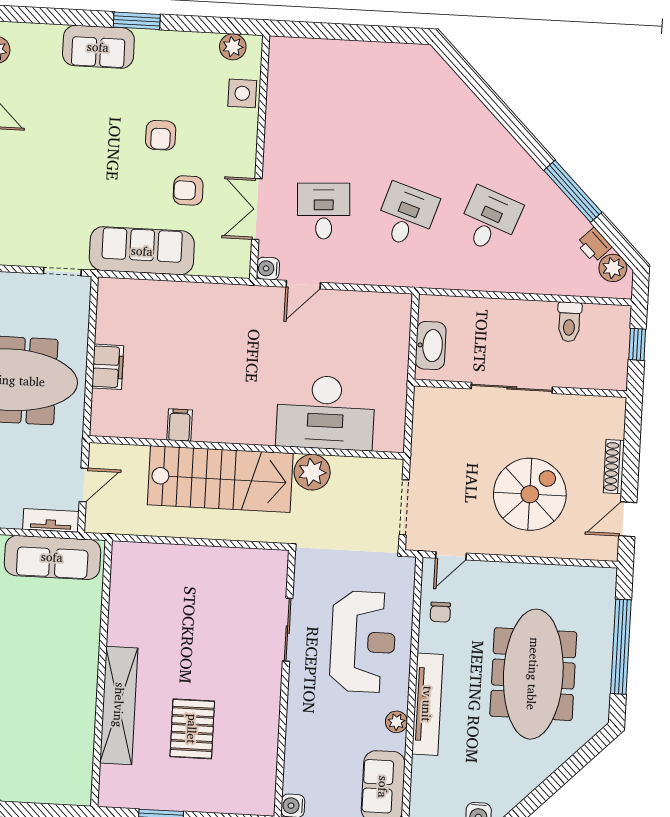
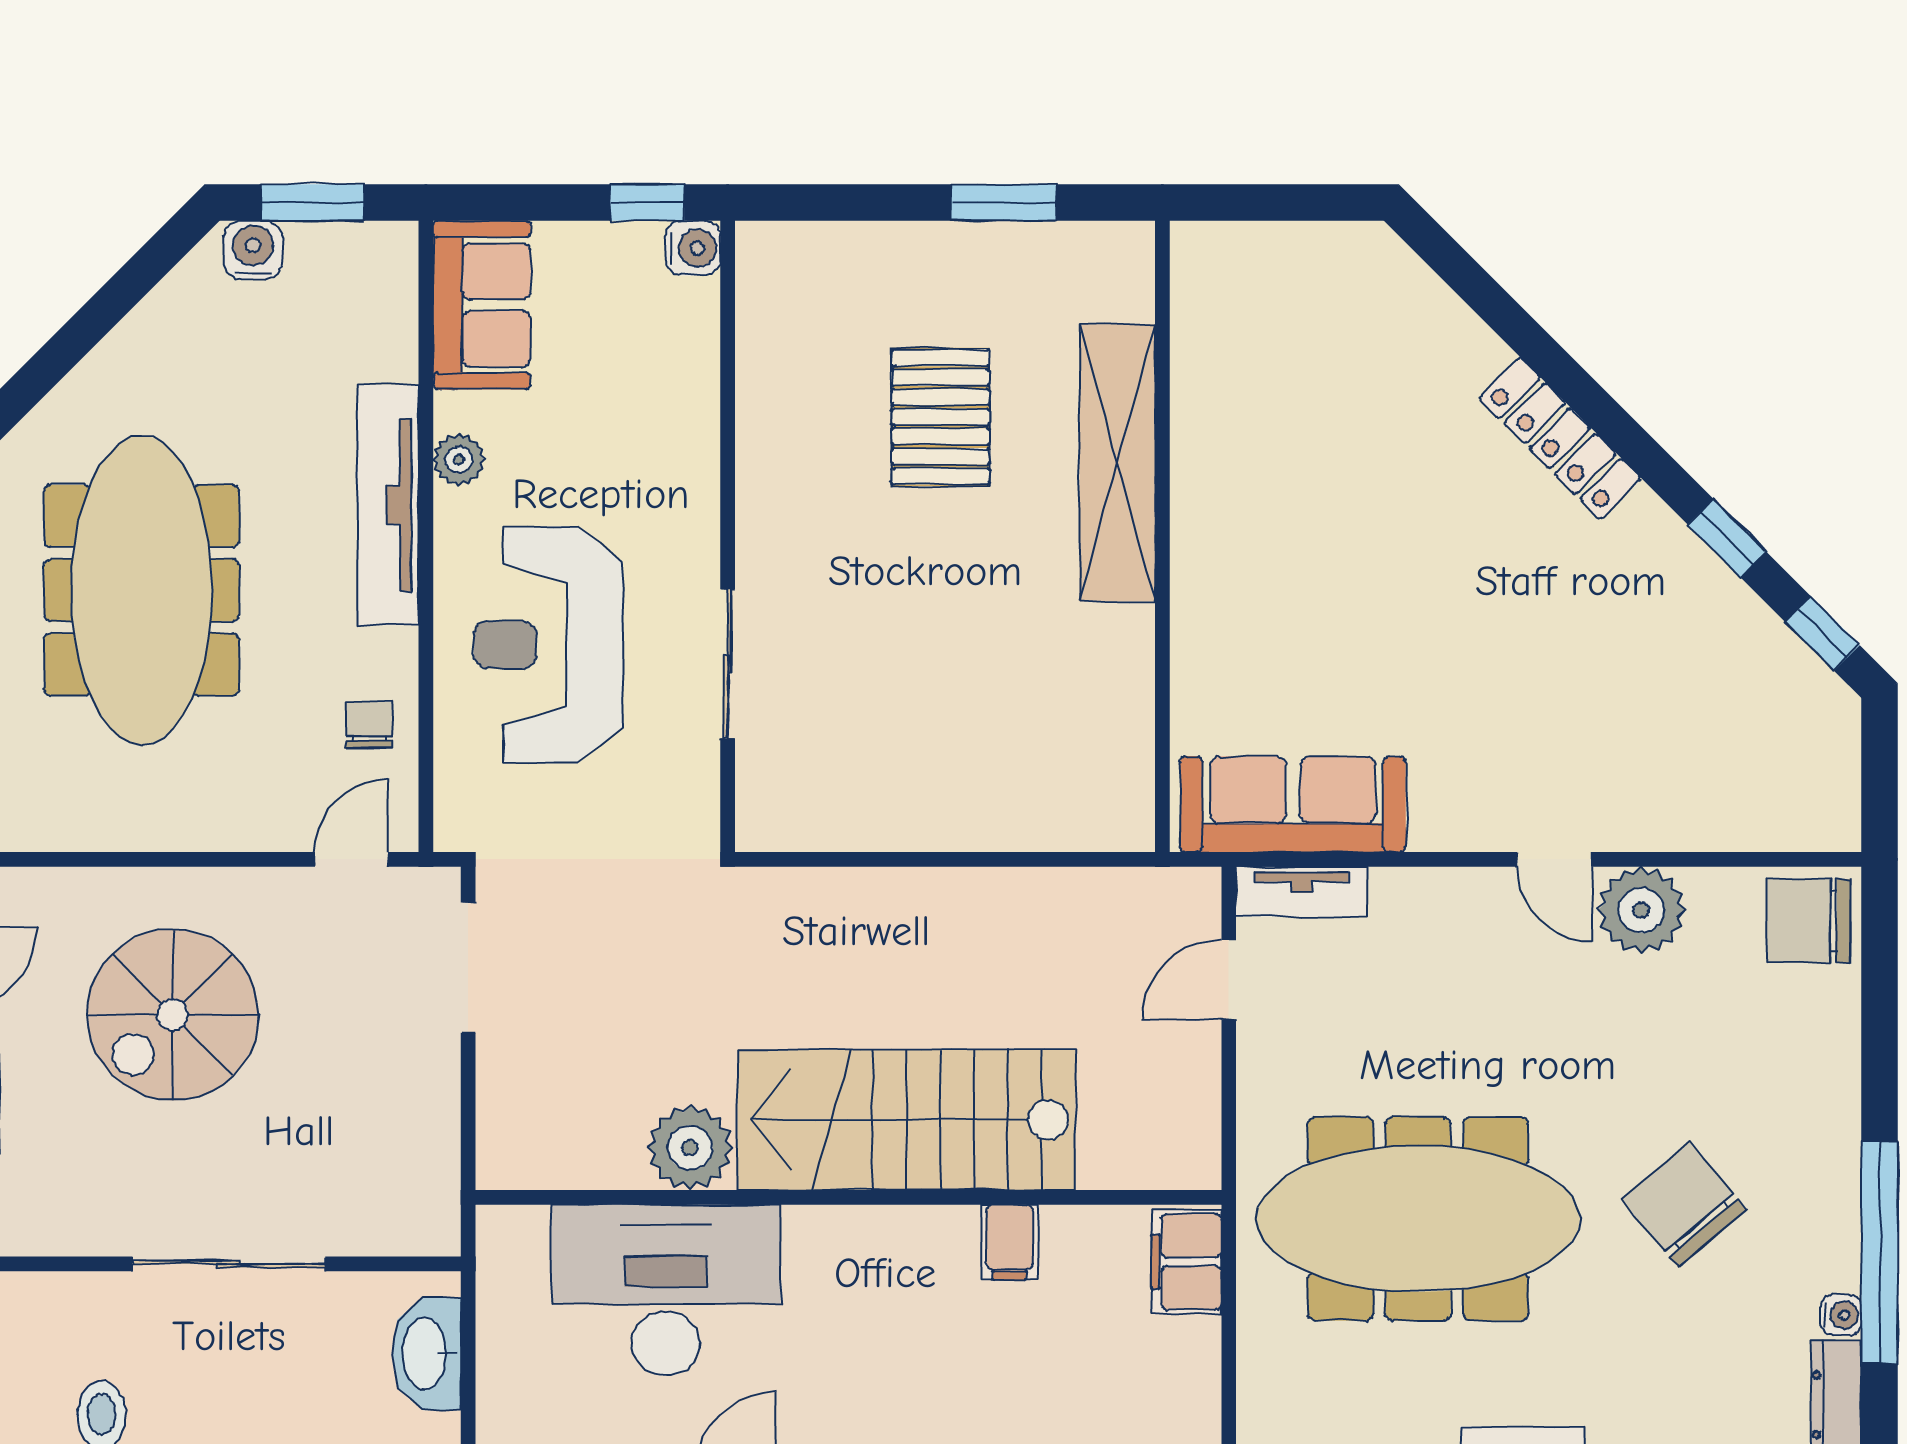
desk: (326, 413) -> (666, 1290), moved
filing cabinet: (180, 425) -> (1010, 1242), moved
wall: (246, 448) -> (848, 1197), moved
plant: (312, 472) -> (690, 1148), moved
stairs: (220, 479) -> (906, 1120), moved

